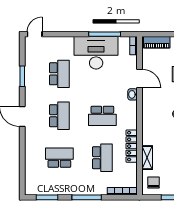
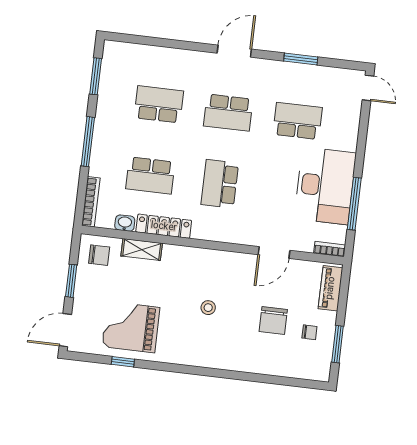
school desk: (59, 74) -> (298, 121), turned 180
washbasin: (133, 94) -> (125, 223), moved
school desk: (59, 158) -> (159, 104), turned -90

